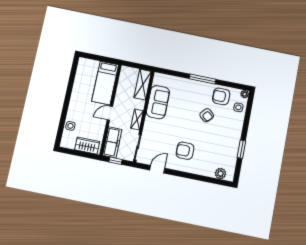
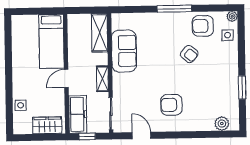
door: (157, 169) -> (141, 135), hinge flipped

